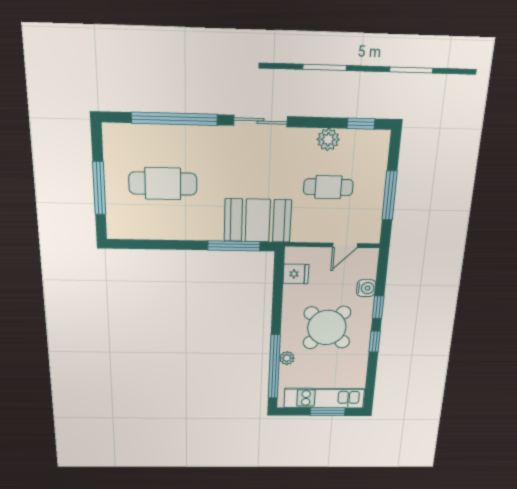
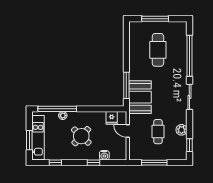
door: (345, 245) -> (128, 131), moved
round table: (327, 328) -> (81, 136), width x0.73, depth x0.73
window: (375, 342) -> (55, 163), moved

